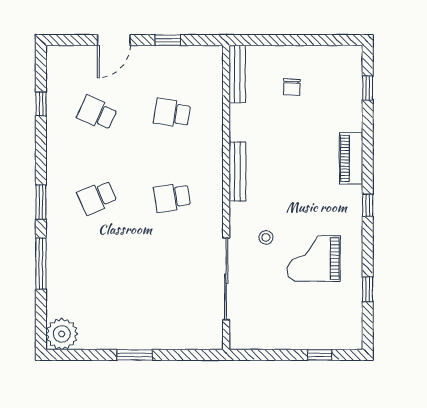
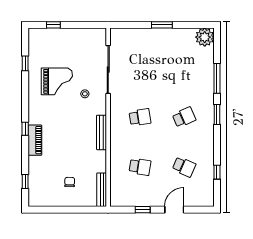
window: (368, 205) -> (25, 129), moved

